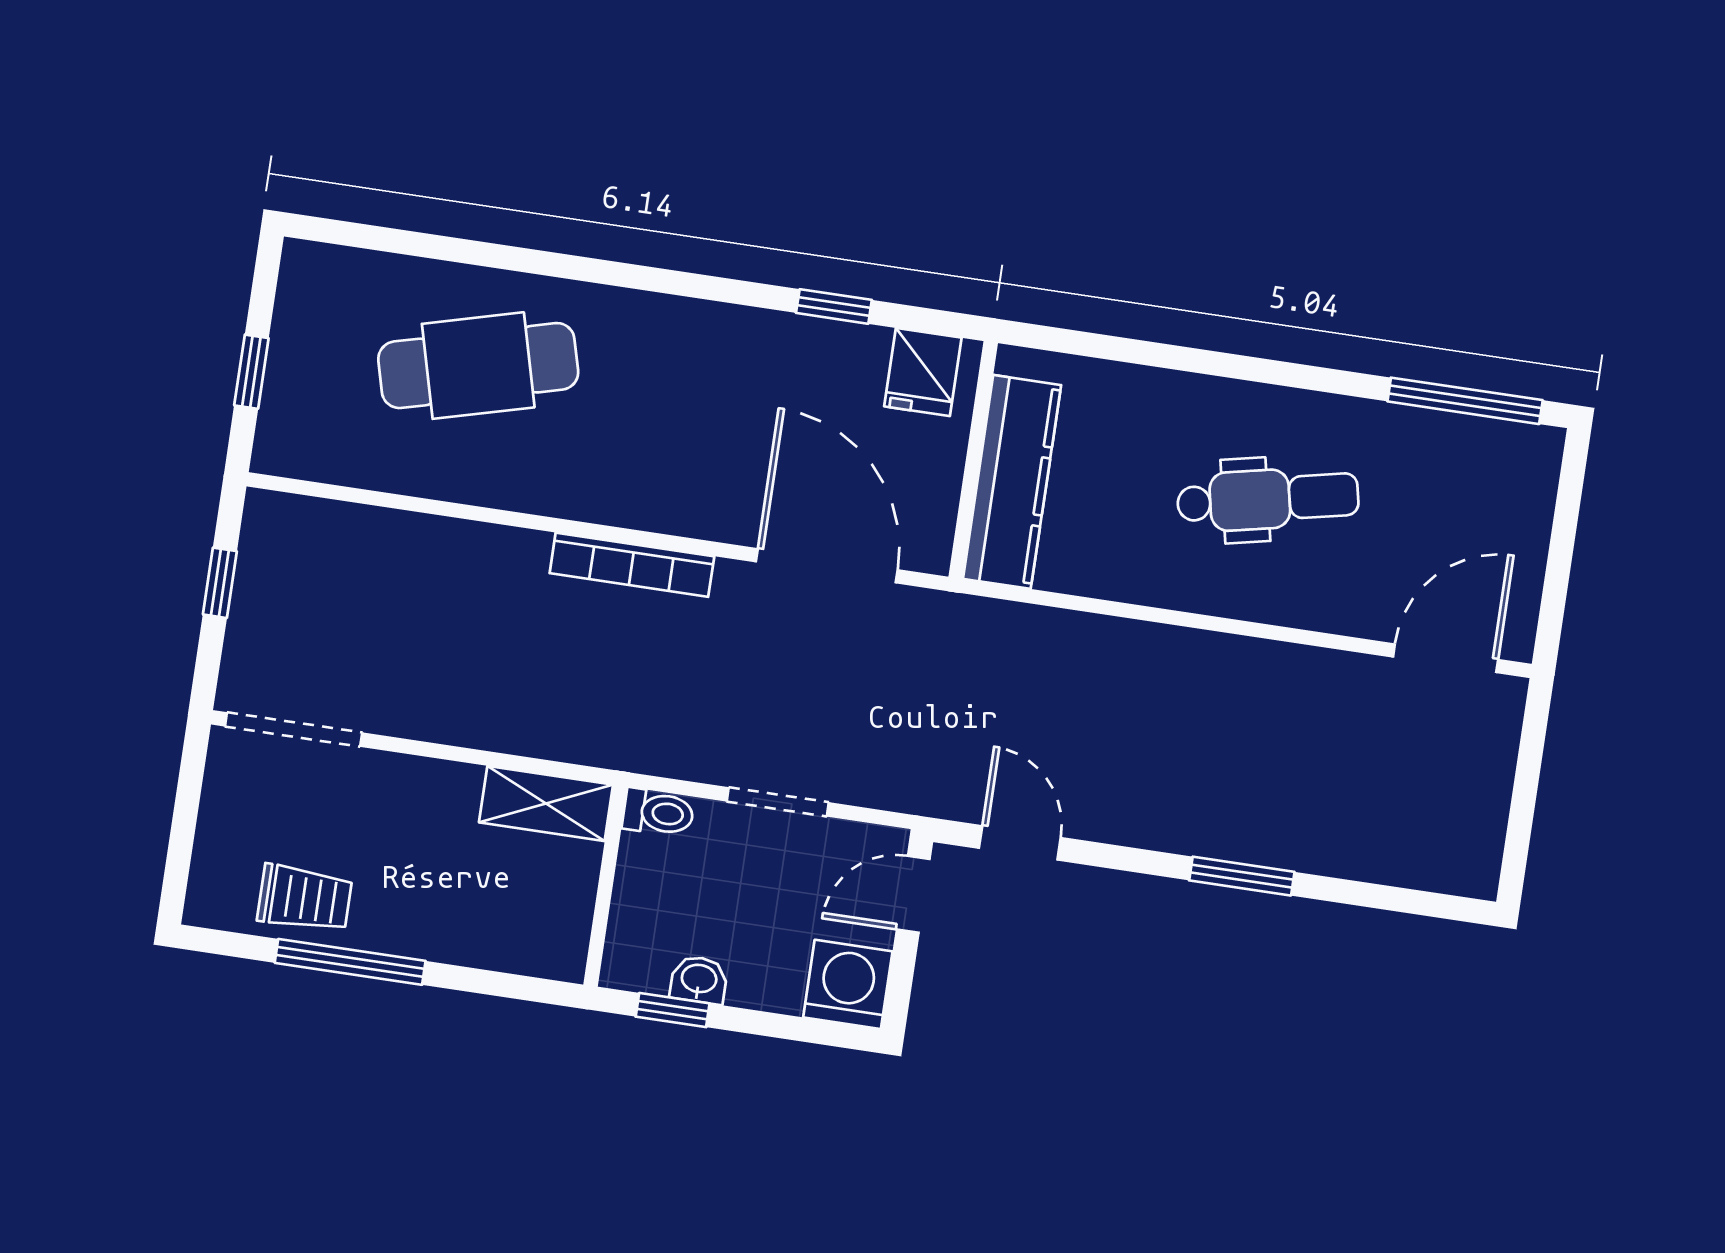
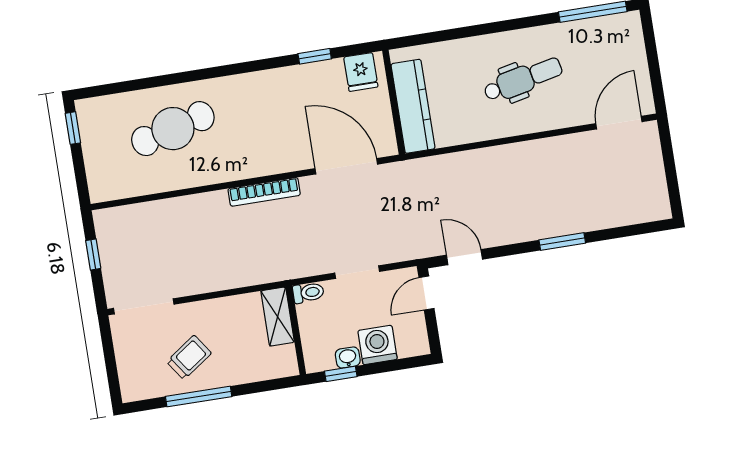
window: (251, 372) -> (73, 128), moved
shelving: (546, 803) -> (278, 317), moved, turned 90
trolley: (305, 898) -> (189, 357), moved, turned -35
washing machine: (848, 984) -> (377, 345), moved

